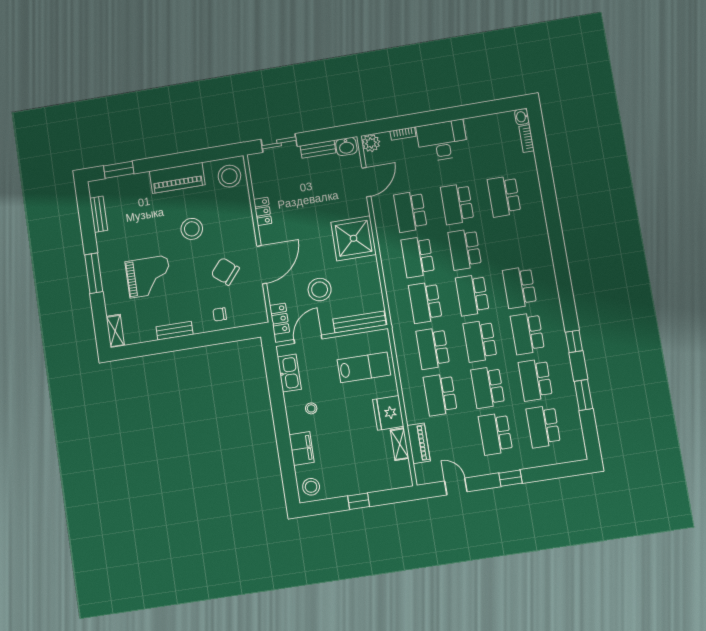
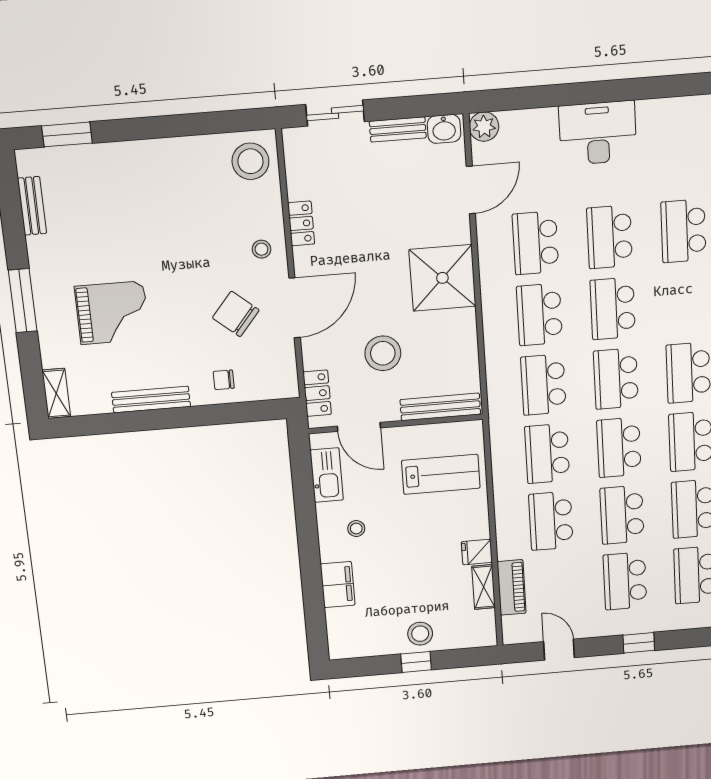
bookcase: (403, 134) -> (537, 116), removed
piano: (177, 178) -> (164, 157), removed
stool: (192, 229) -> (261, 249), moved, width x0.53, depth x0.53
bench: (175, 331) -> (151, 399), width x1.36
door: (308, 339) -> (359, 427), swing flipped
fridge: (388, 413) -> (477, 552), width x0.53, depth x0.75
stool: (311, 487) -> (420, 634), moved

